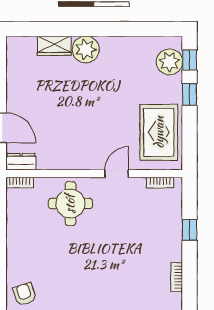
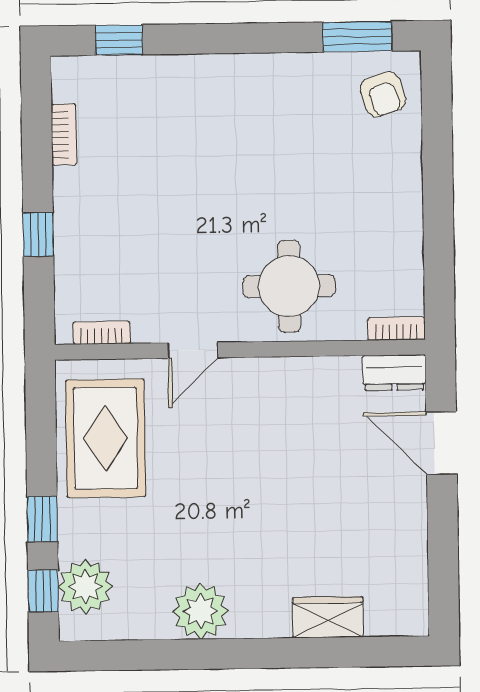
plant: (86, 49) -> (201, 611), moved

